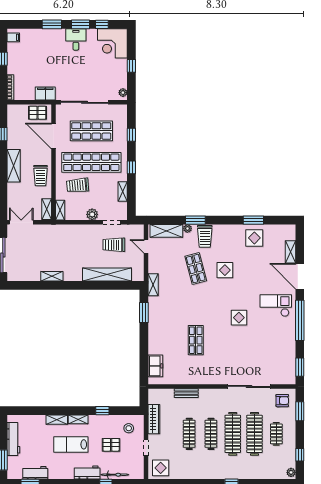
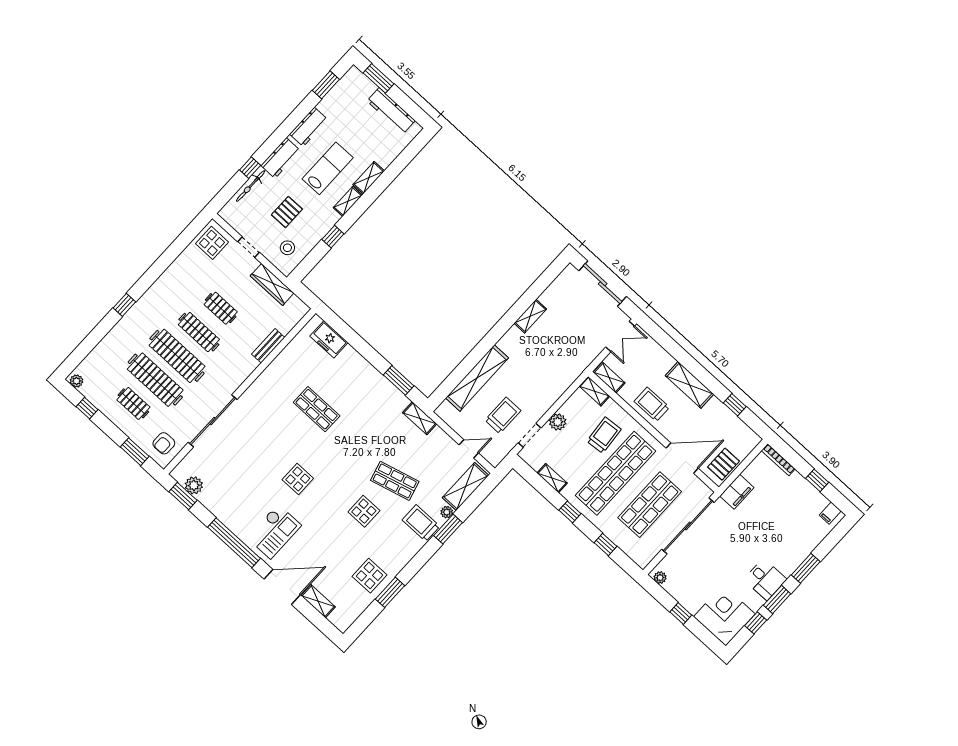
plant: (290, 366) -> (194, 485), added
clothes rail: (189, 434) -> (221, 308), width x0.73
workbench: (35, 473) -> (309, 127), moved

